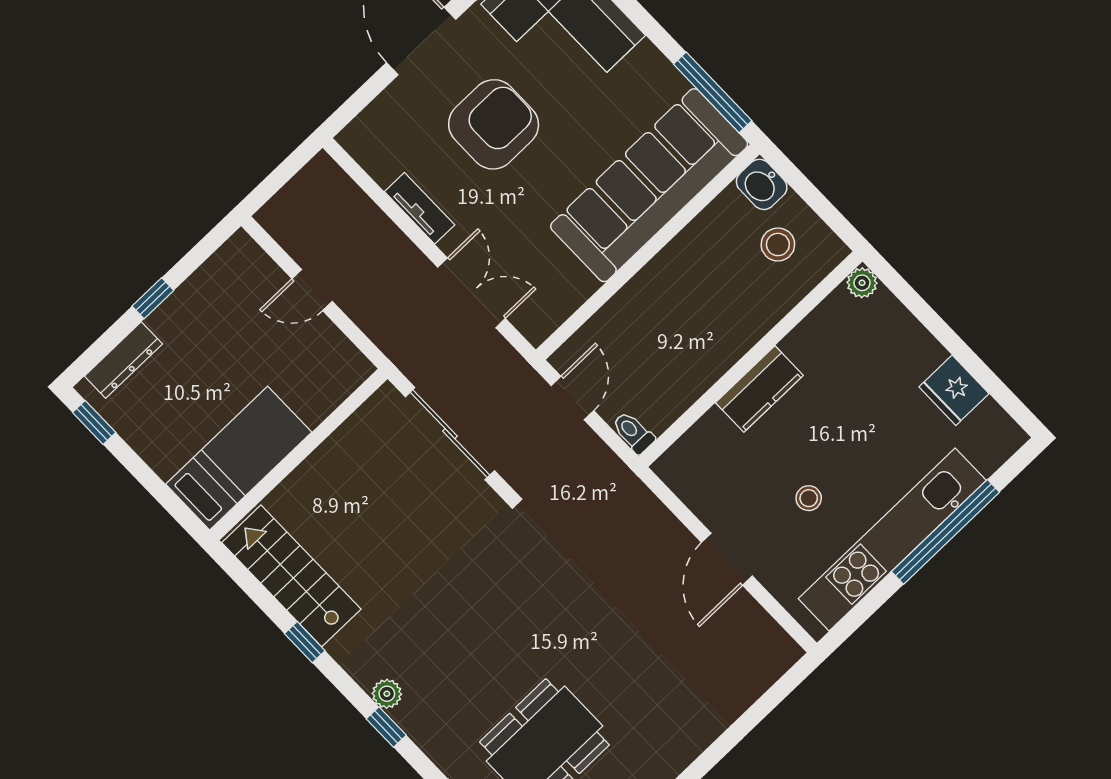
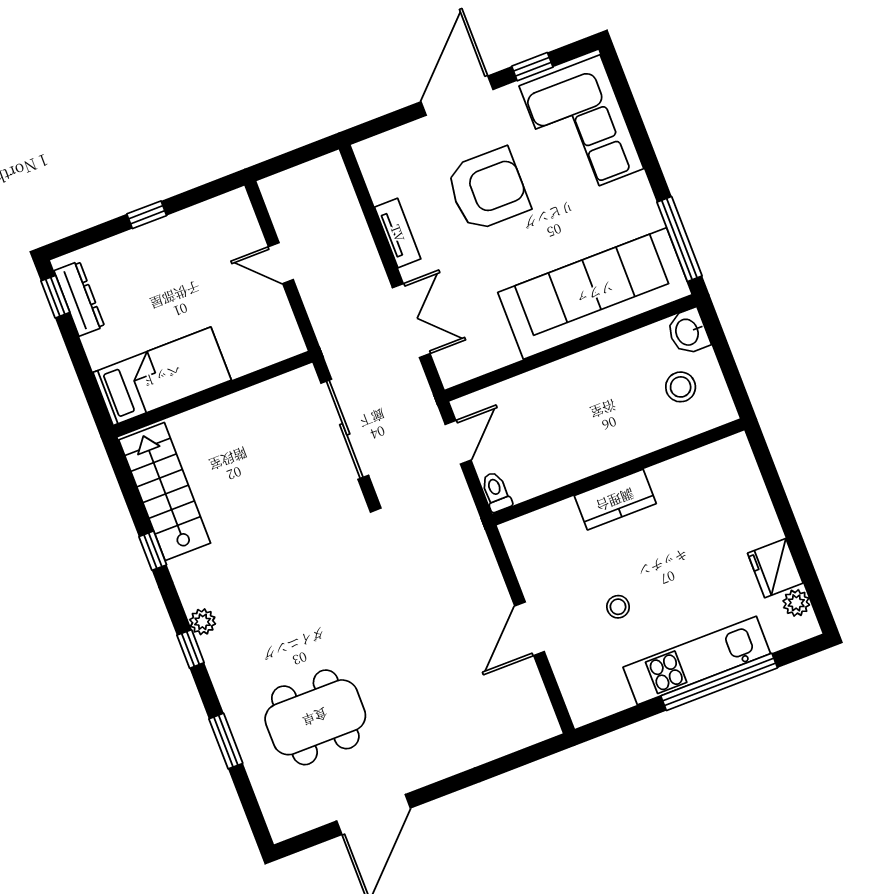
plant: (862, 283) -> (796, 603), moved
dresser: (123, 360) -> (79, 299), moved, turned -90
kitchen unit: (892, 539) -> (697, 660), width x0.73

